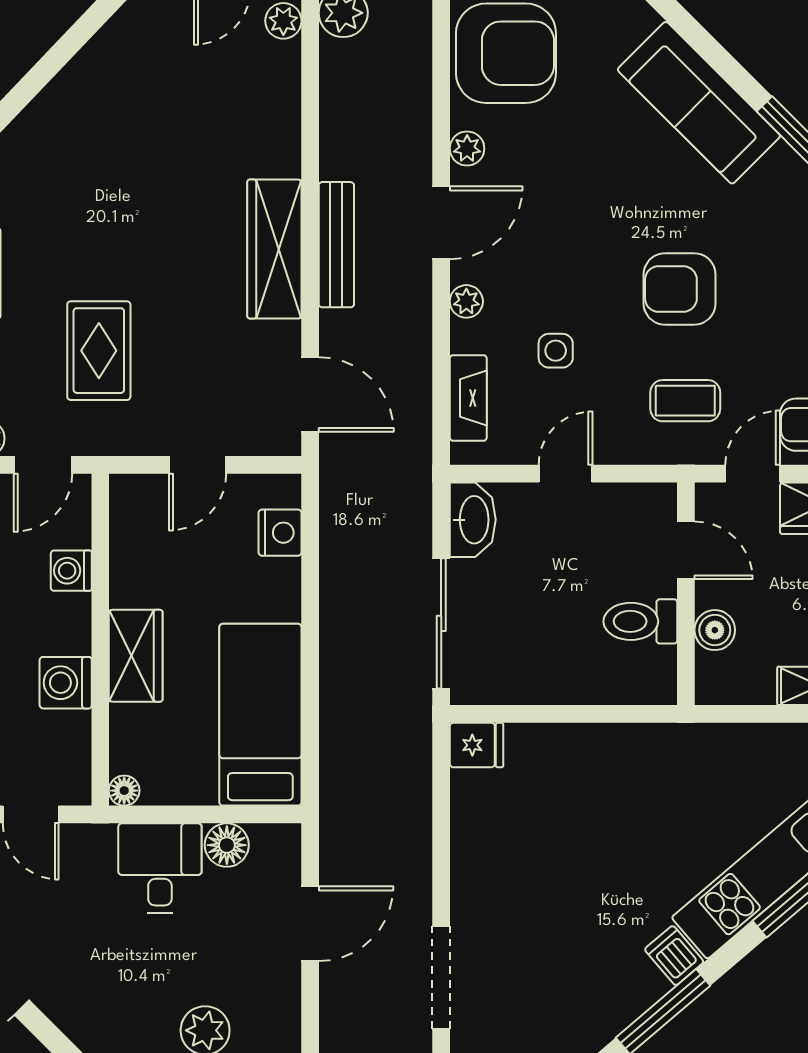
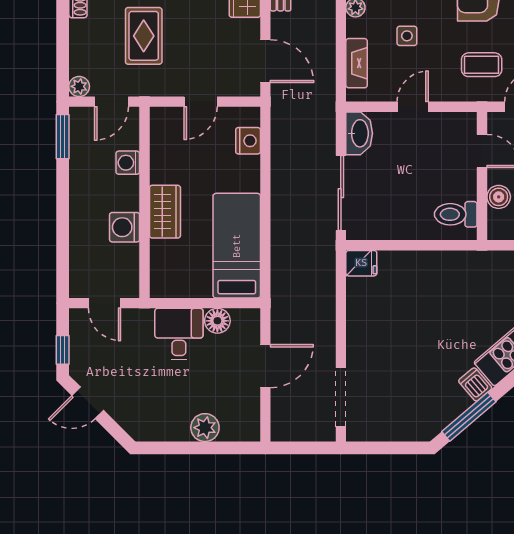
toilet: (640, 621) -> (456, 214), moved
floor lamp: (124, 791) -> (158, 289), removed

